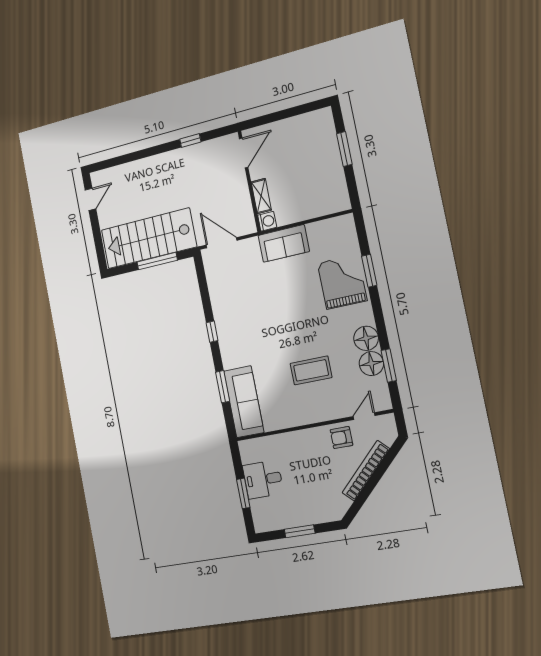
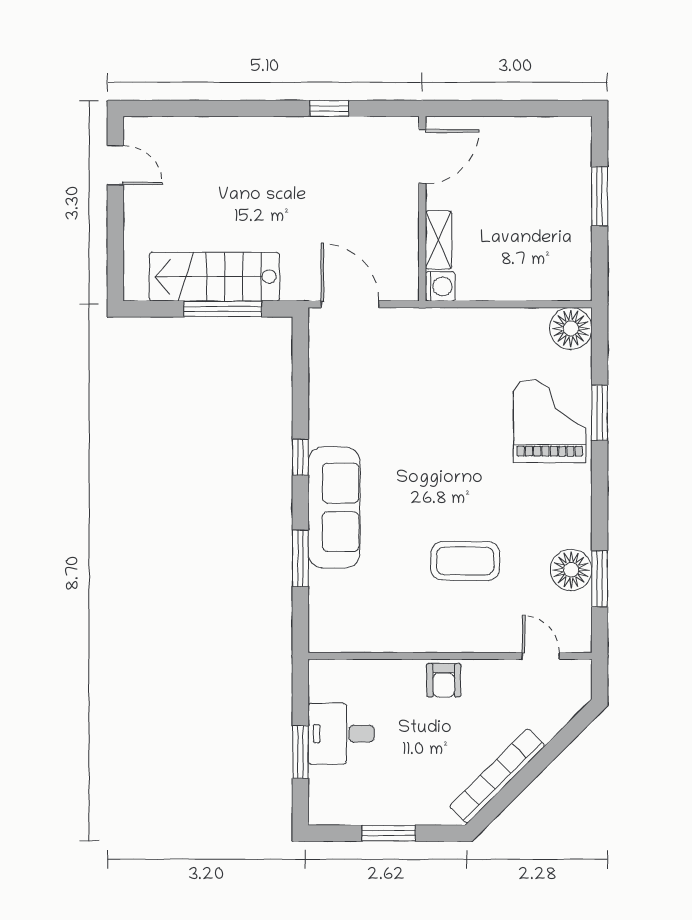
door: (90, 199) -> (115, 165), hinge flipped
stairs: (149, 238) -> (215, 277), width x0.73, depth x0.66
sofa: (284, 243) -> (462, 332), removed
floor lamp: (366, 338) -> (571, 328), moved
sofa: (244, 402) -> (334, 507), moved
door: (364, 416) -> (541, 656), hinge flipped
armchair: (341, 438) -> (444, 680), moved, turned -90
bookcase: (366, 471) -> (497, 776), moved

